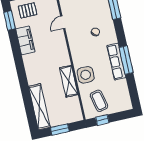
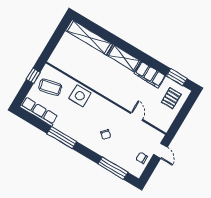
row of seats: (116, 62) -> (39, 112), moved
shelving: (69, 81) -> (124, 58), moved
window: (60, 129) -> (57, 36), removed

